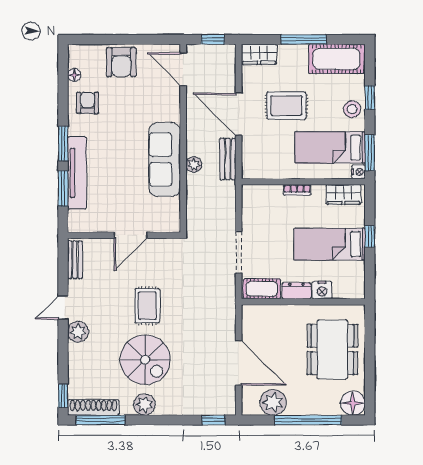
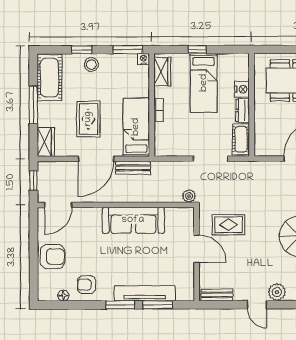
bed: (330, 147) -> (136, 127), moved, turned 180
plant: (194, 165) -> (189, 196), moved
rug: (147, 306) -> (228, 225), moved

